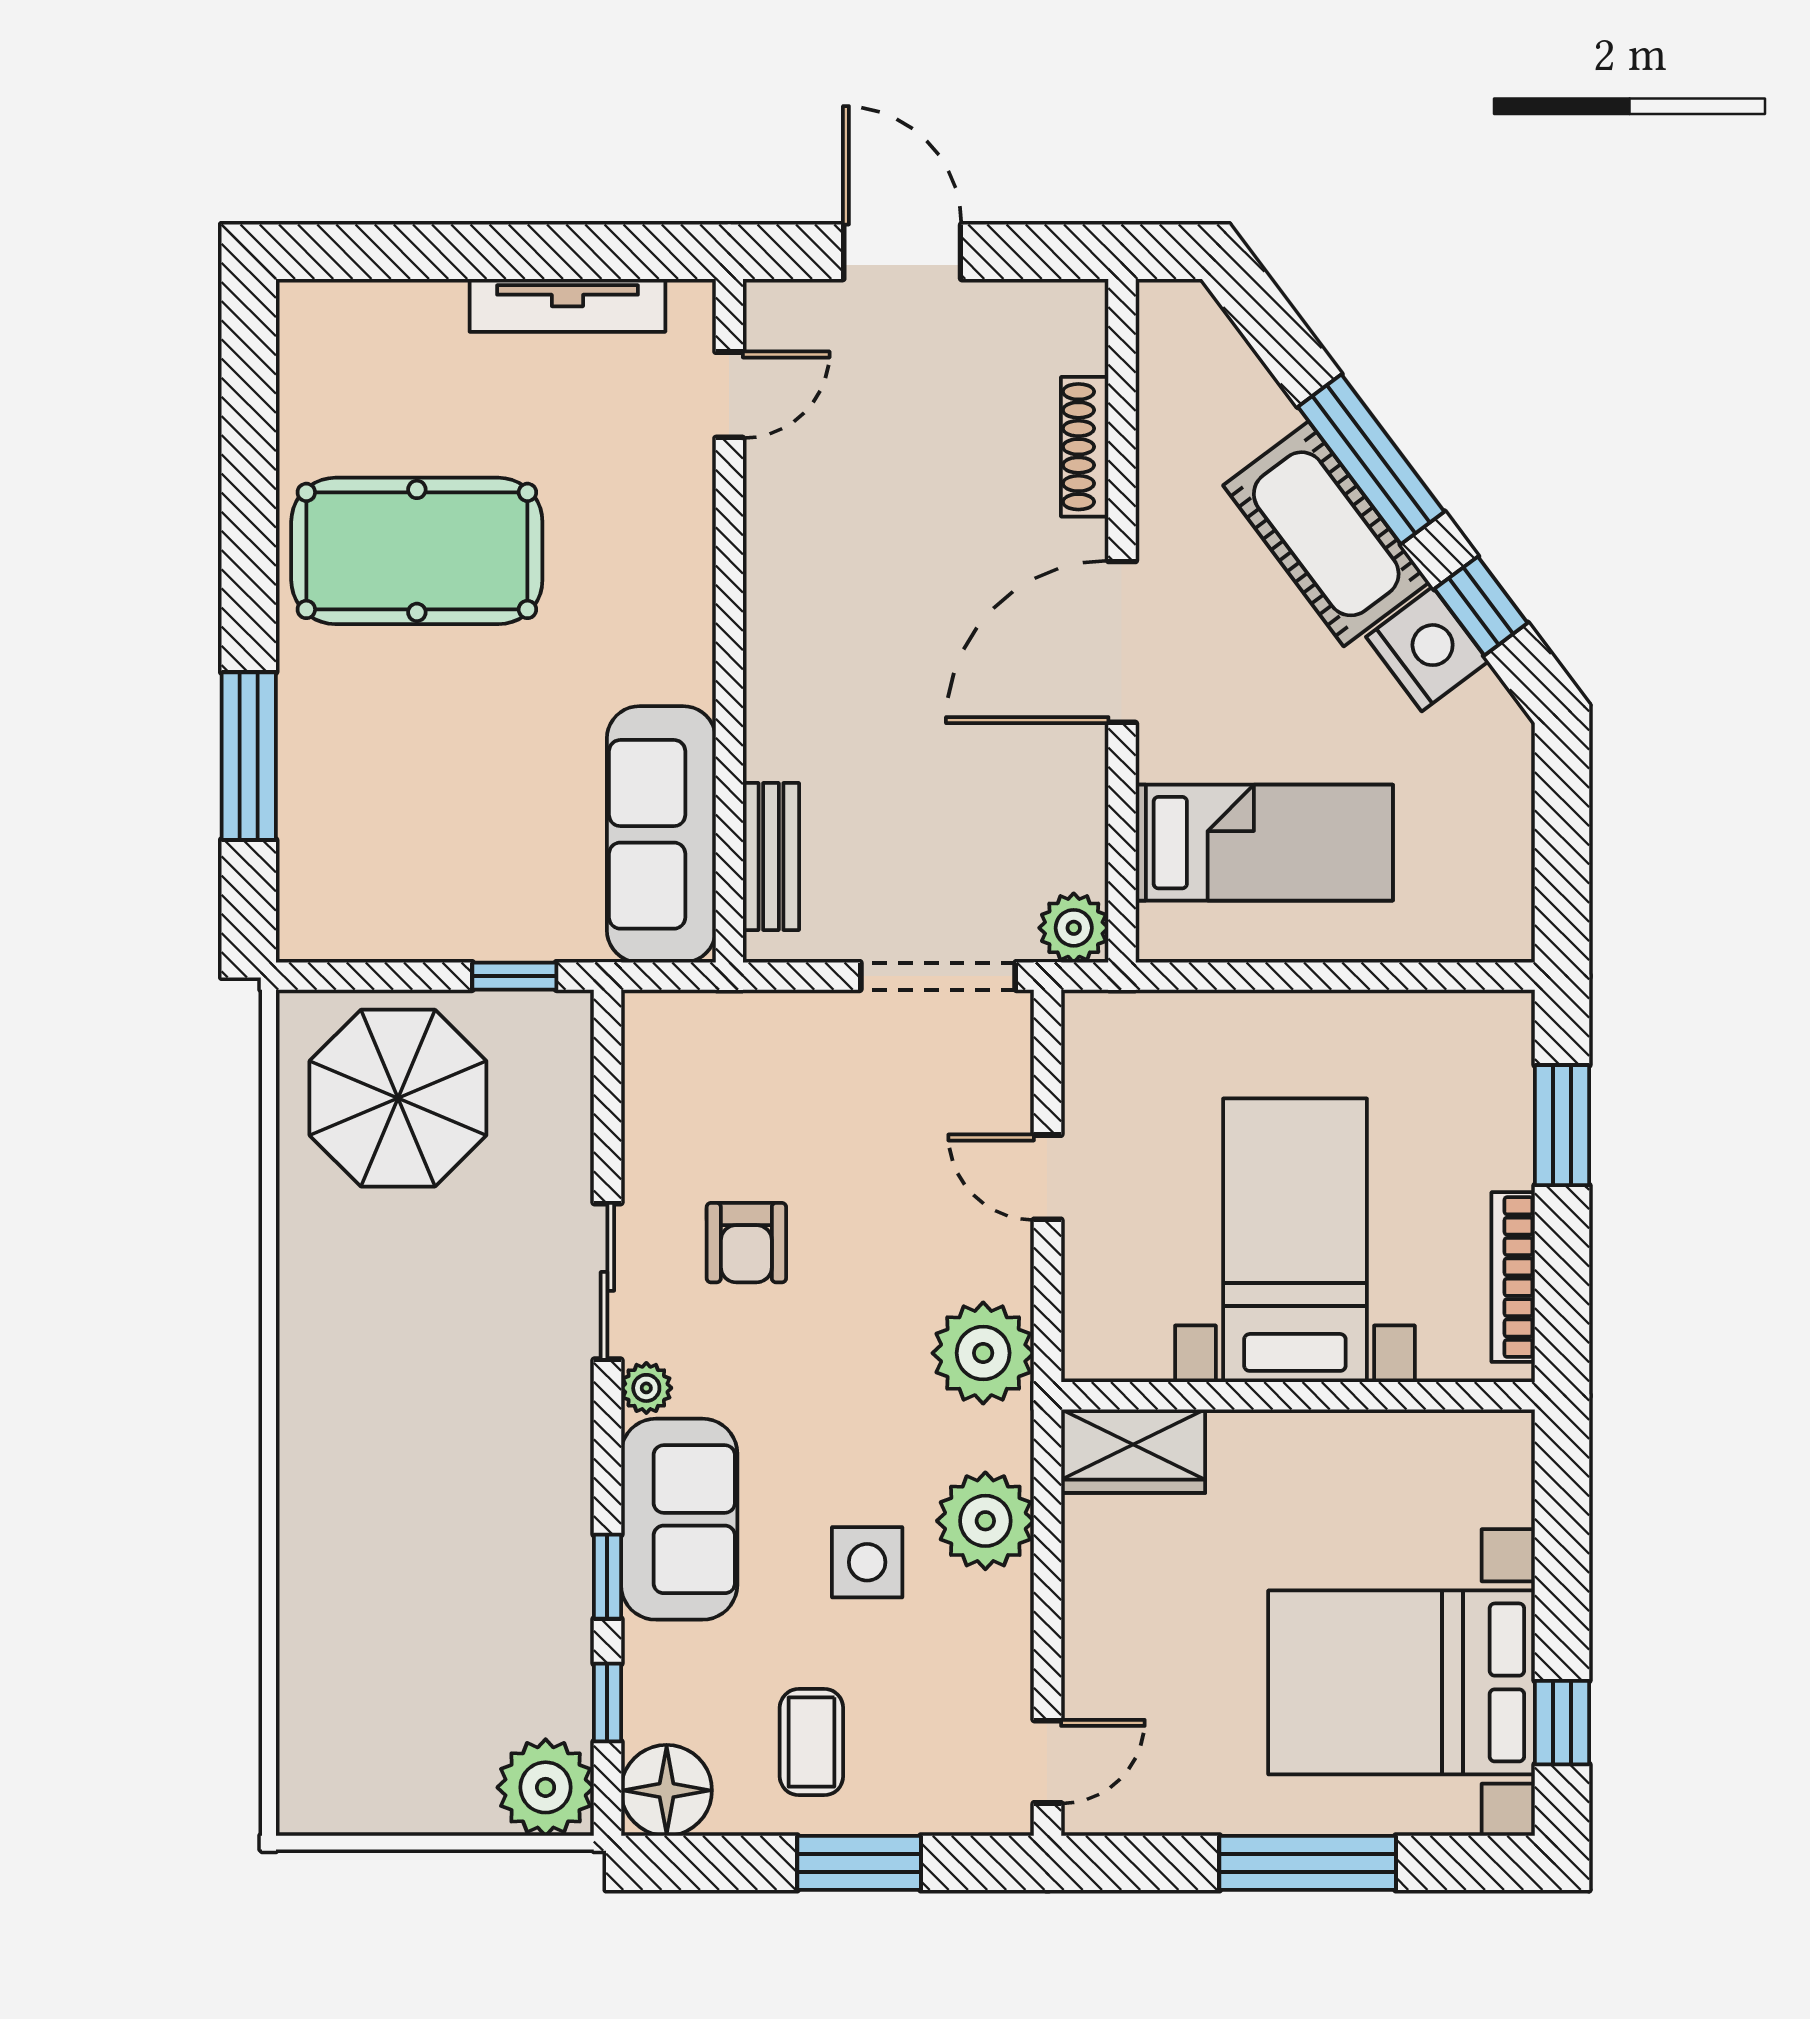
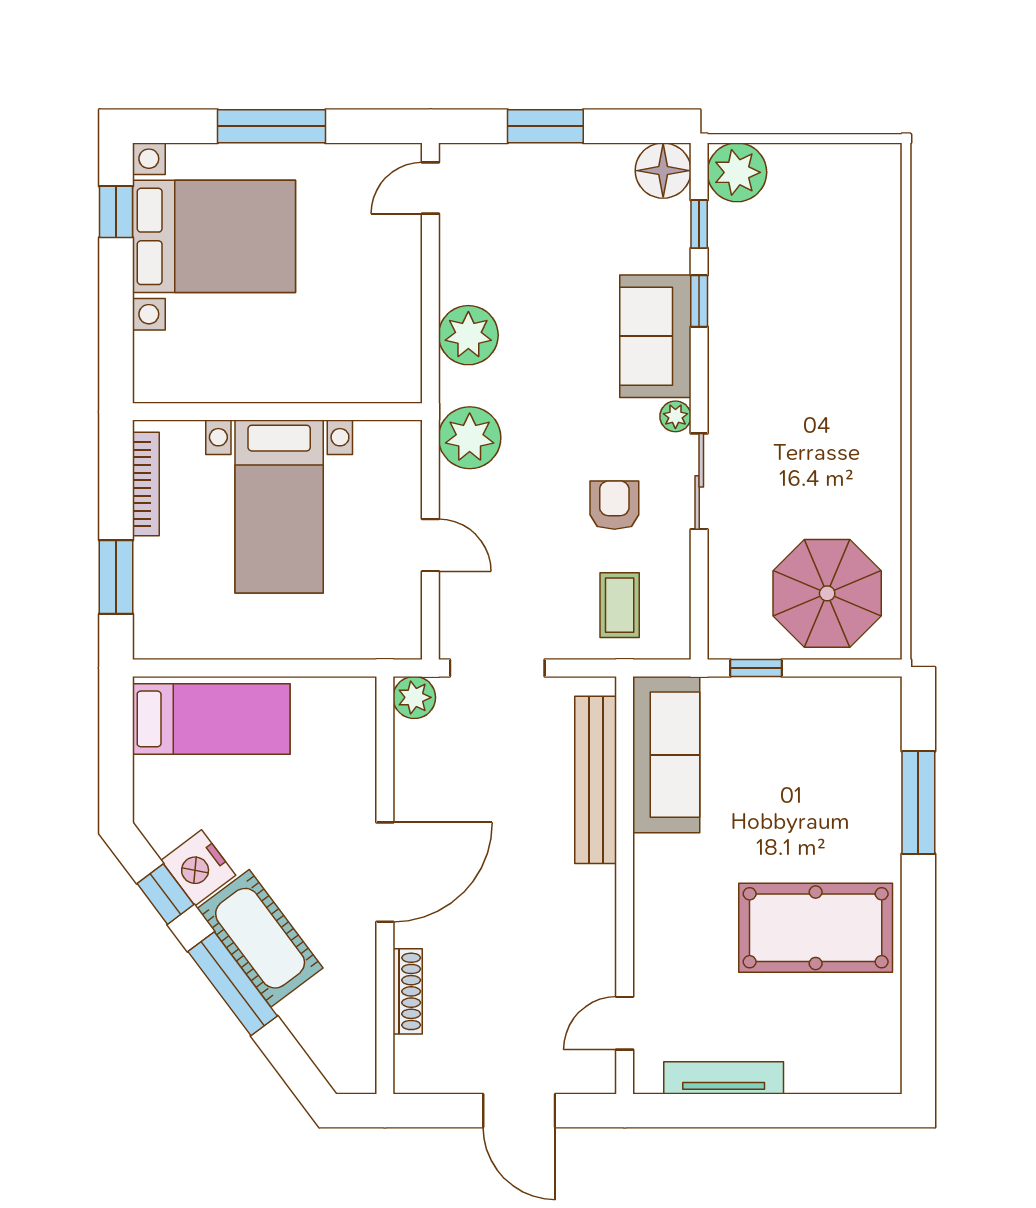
bed: (1264, 843) -> (211, 719), moved, turned 180
bench: (771, 856) -> (596, 780), width x1.86, depth x1.21
wardrobe: (1133, 1451) -> (378, 378), removed
side table: (867, 1562) -> (541, 310), removed
coffee table: (811, 1742) -> (620, 605), moved

